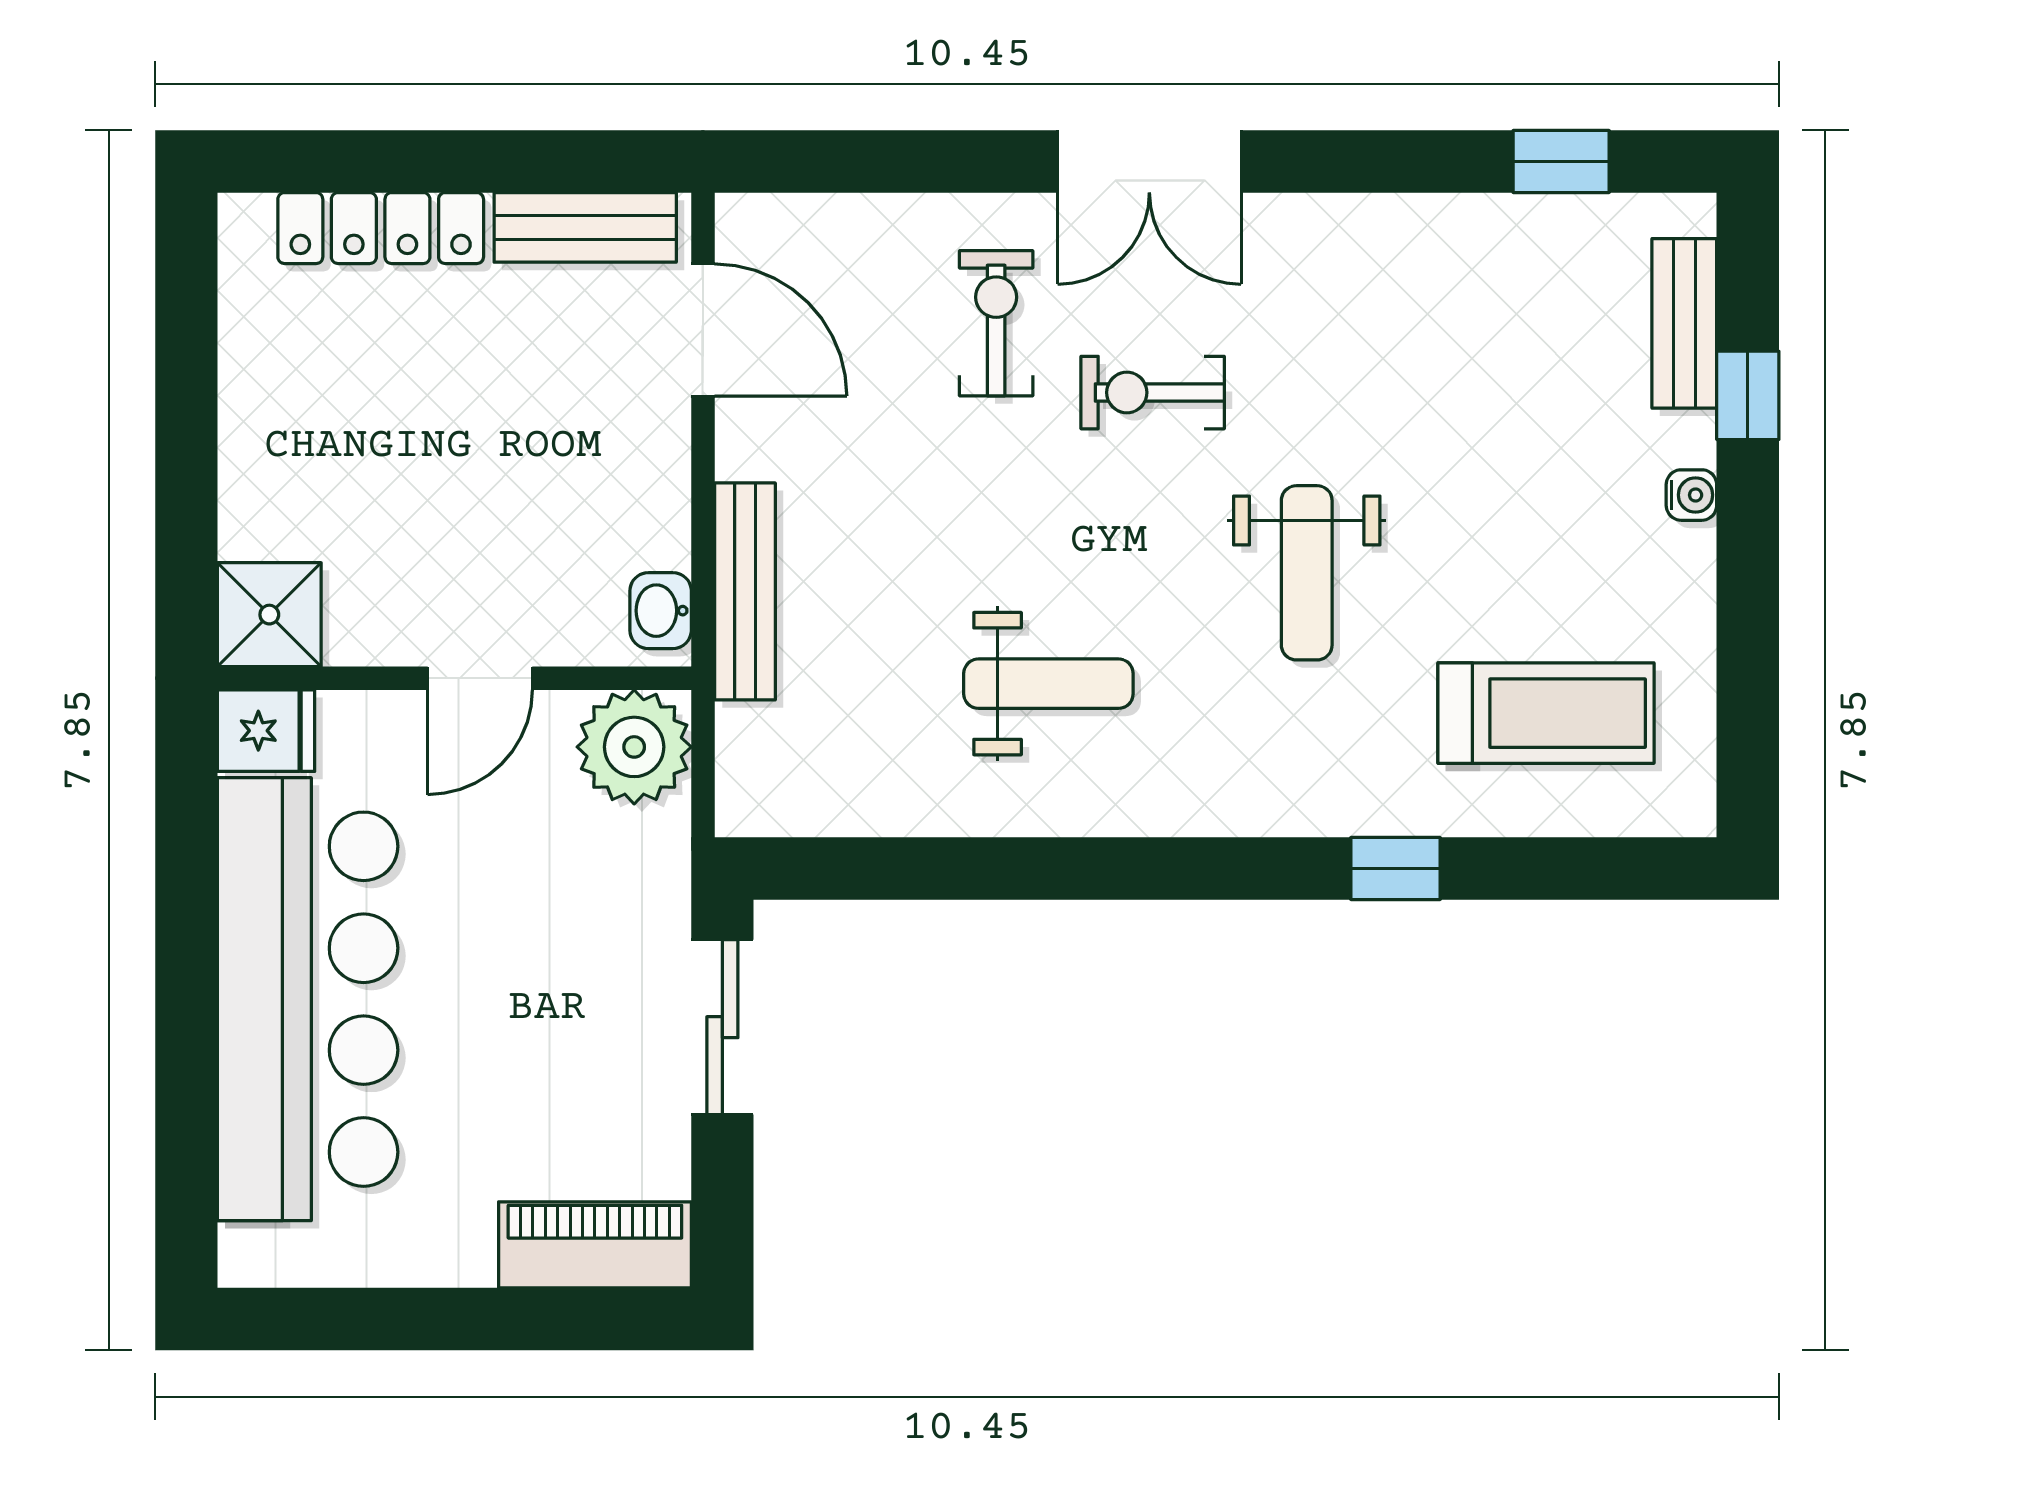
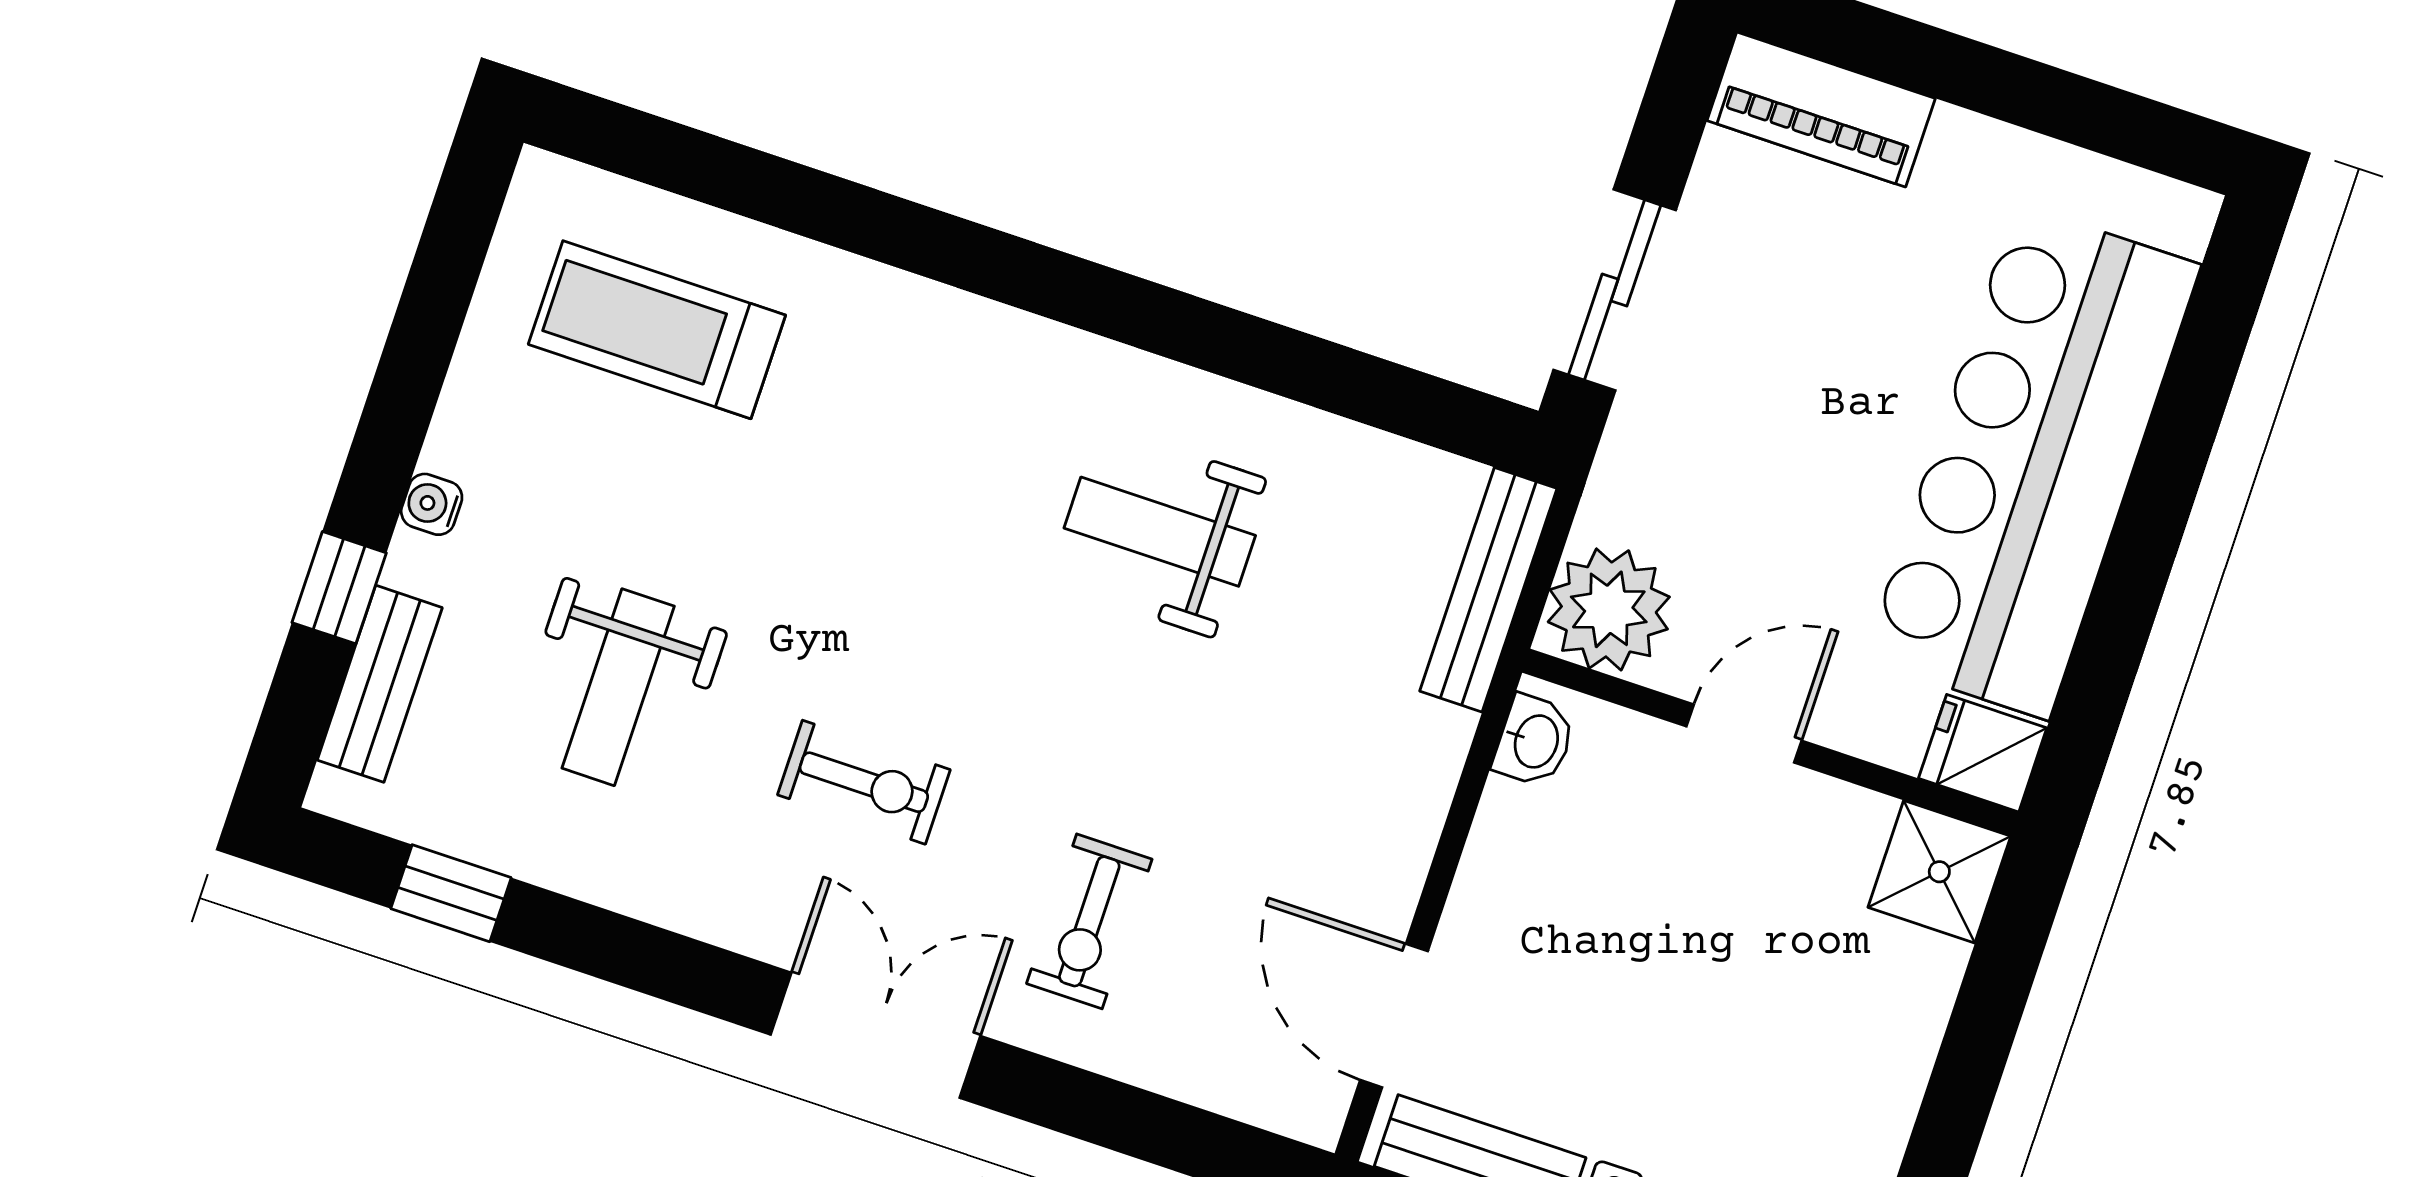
exercise bike: (1153, 393) -> (864, 782), moved
weight bench: (1307, 573) -> (618, 687), moved, turned 180
bench: (745, 591) -> (1488, 590), moved
window: (1396, 868) -> (866, 221), removed

